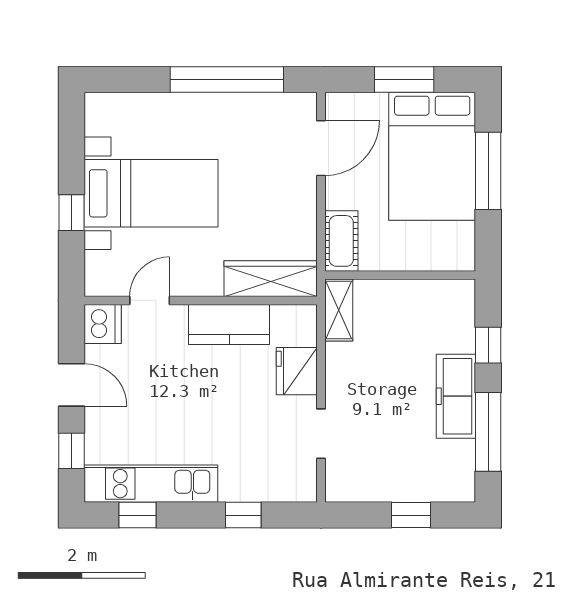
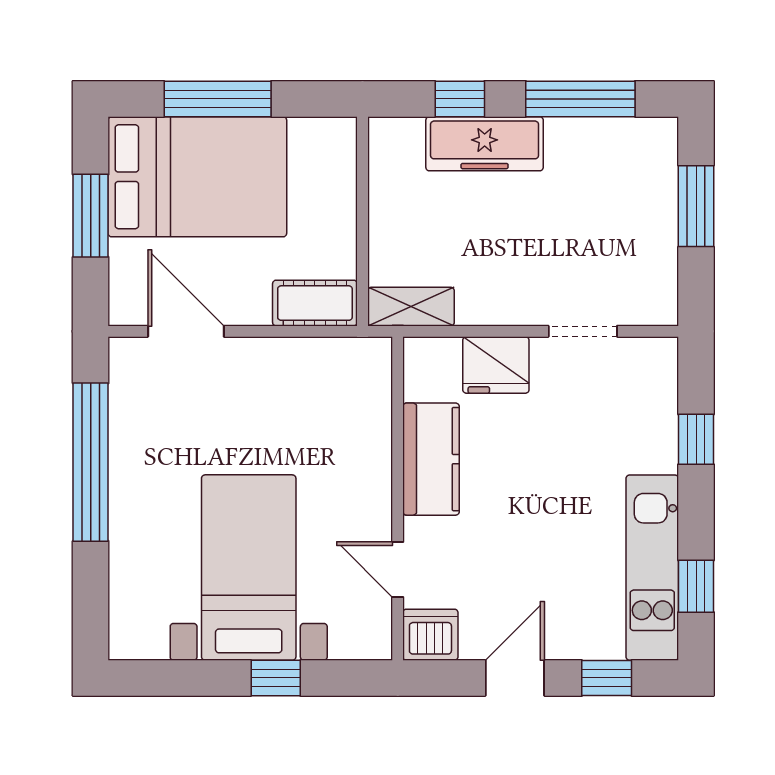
wardrobe: (271, 279) -> (367, 401), removed
freezer: (456, 396) -> (485, 144), moved
window: (411, 515) -> (696, 206), width x1.50

